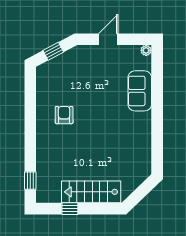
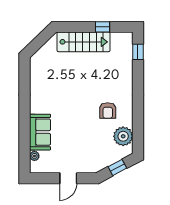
plant: (146, 50) -> (34, 156), moved
plant: (47, 86) -> (123, 136), added

